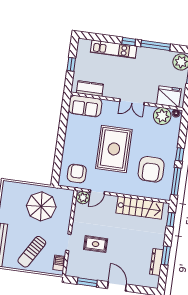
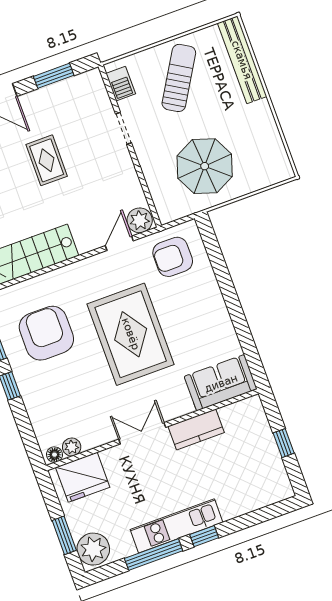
kitchen unit: (114, 49) -> (176, 526), moved
kitchen counter: (90, 89) -> (196, 429), moved
plant: (162, 116) -> (72, 447), width x0.53, depth x0.53
armchair: (77, 173) -> (173, 257), turned 90
rug: (96, 244) -> (47, 160), moved, turned 90

